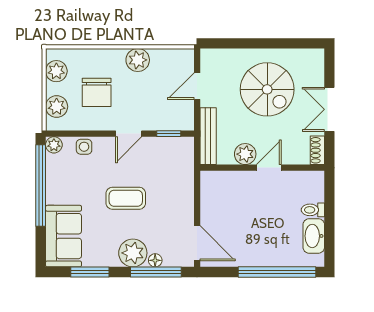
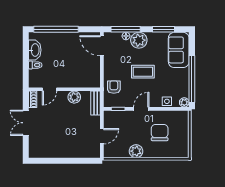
plant: (56, 71) -> (183, 145), removed
spiral stairs: (267, 89) -> (62, 134), removed
plant: (57, 107) -> (183, 124), removed
double door: (329, 109) -> (26, 123), swing flipped
bench: (208, 136) -> (96, 103), width x0.73
door: (269, 168) -> (50, 89), moved
armchair: (176, 171) -> (114, 87), added

